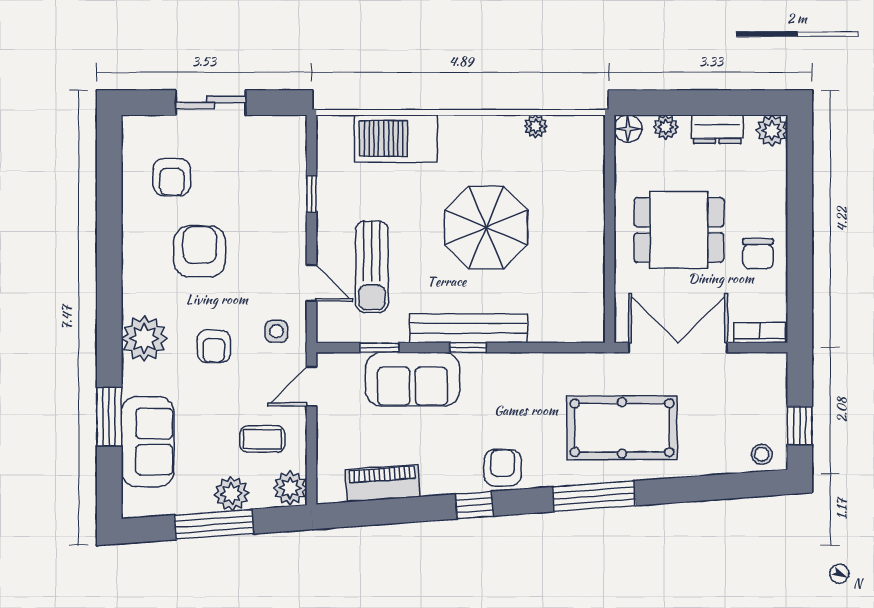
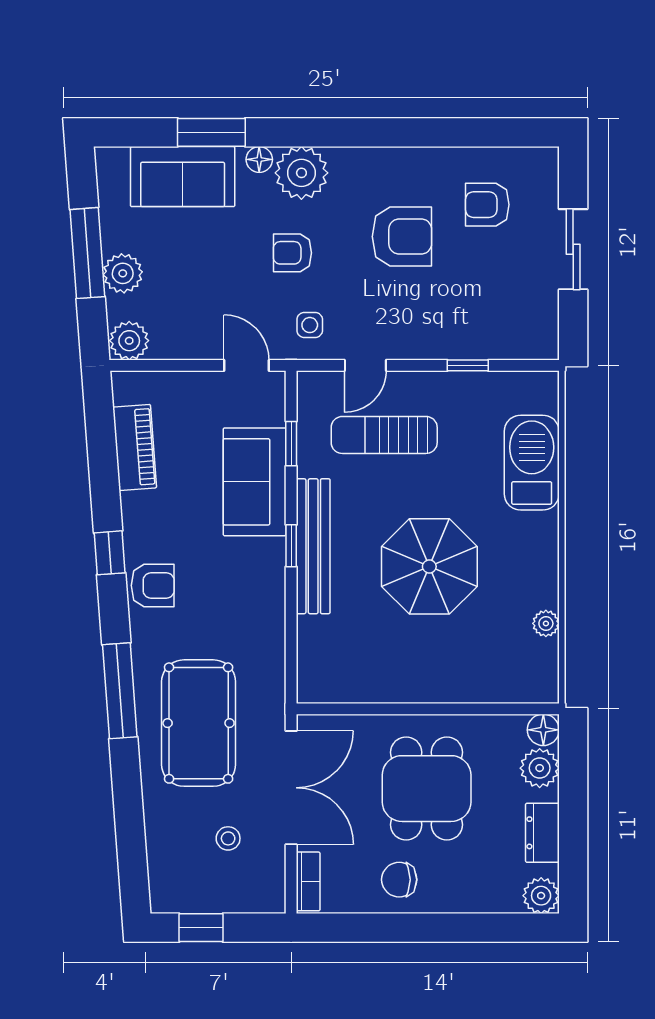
plant: (666, 127) -> (540, 768), width x1.38, depth x1.38
floor lamp: (133, 375) -> (259, 159), added
coffee table: (262, 439) -> (186, 309), removed
stool: (762, 454) -> (228, 838), moved

